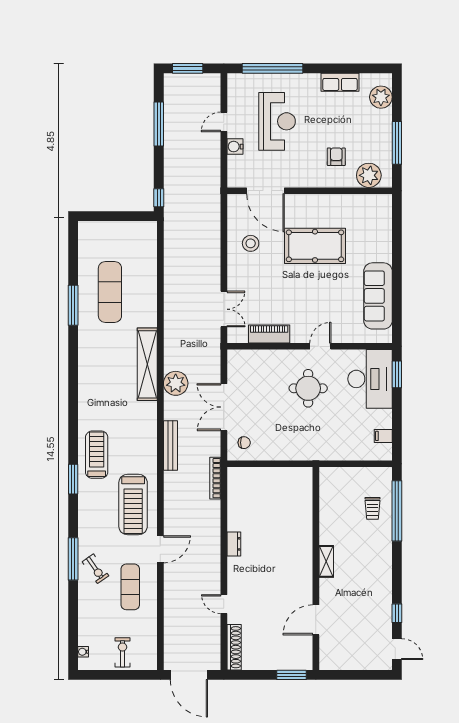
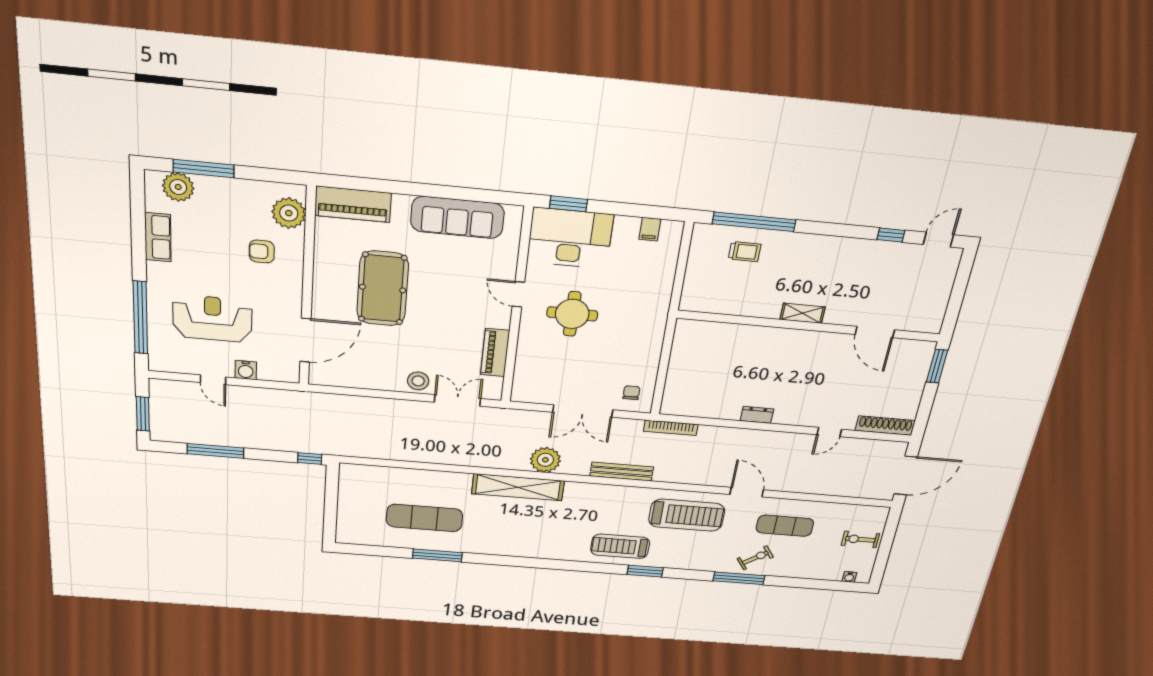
window: (397, 143) -> (204, 169), moved
piano: (380, 221) -> (353, 204), added
stool: (251, 243) -> (418, 381), moved

